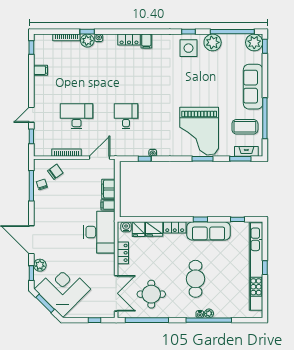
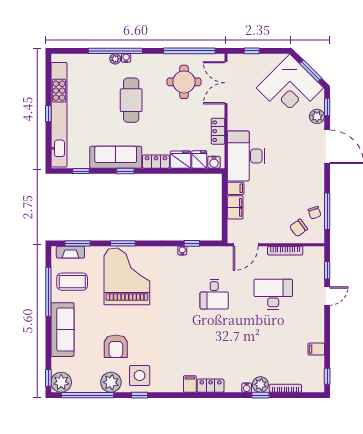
armchair: (208, 73) -> (116, 346), added
desk: (77, 116) -> (273, 294), turned 180

